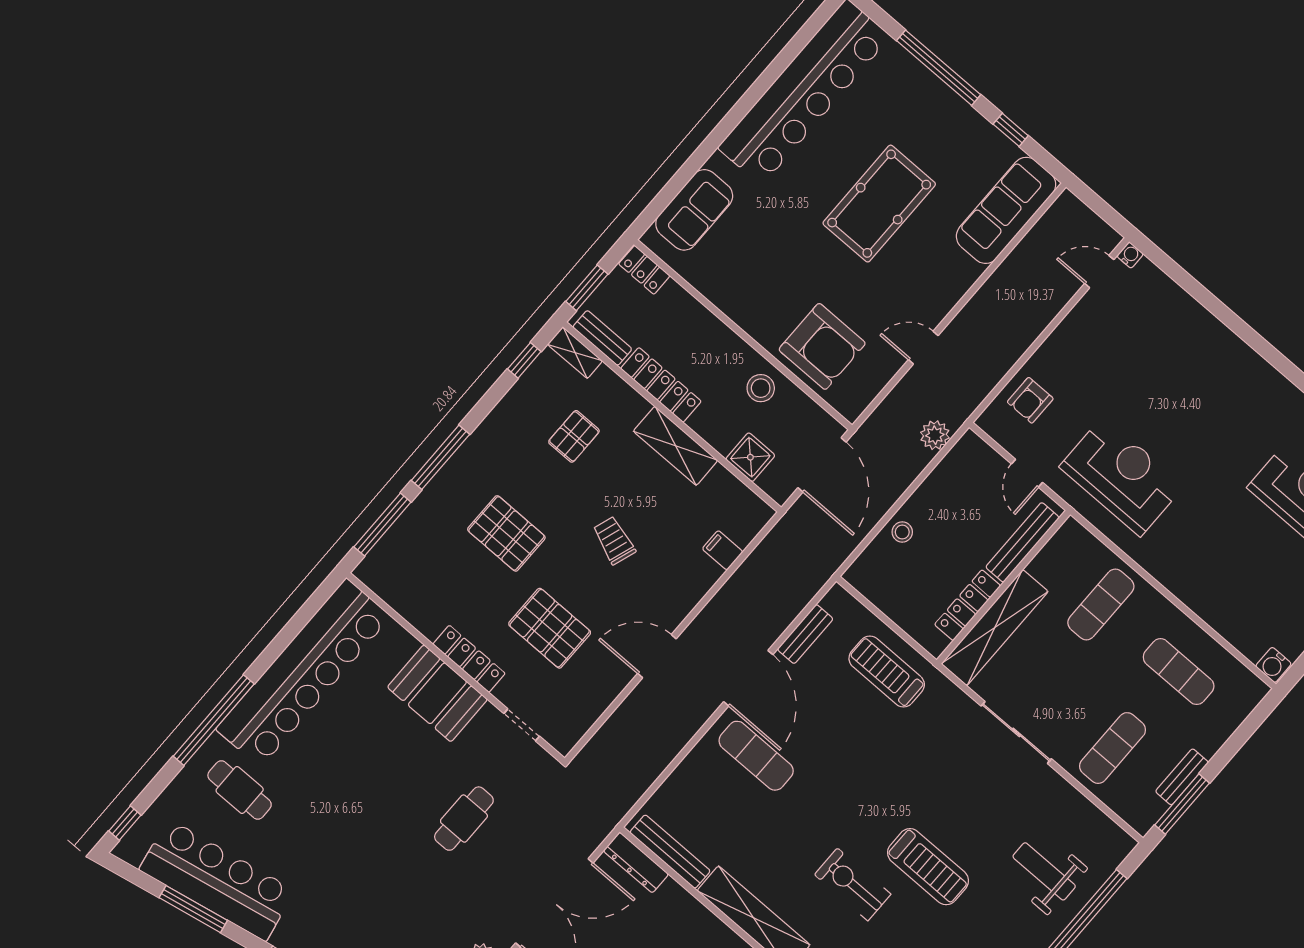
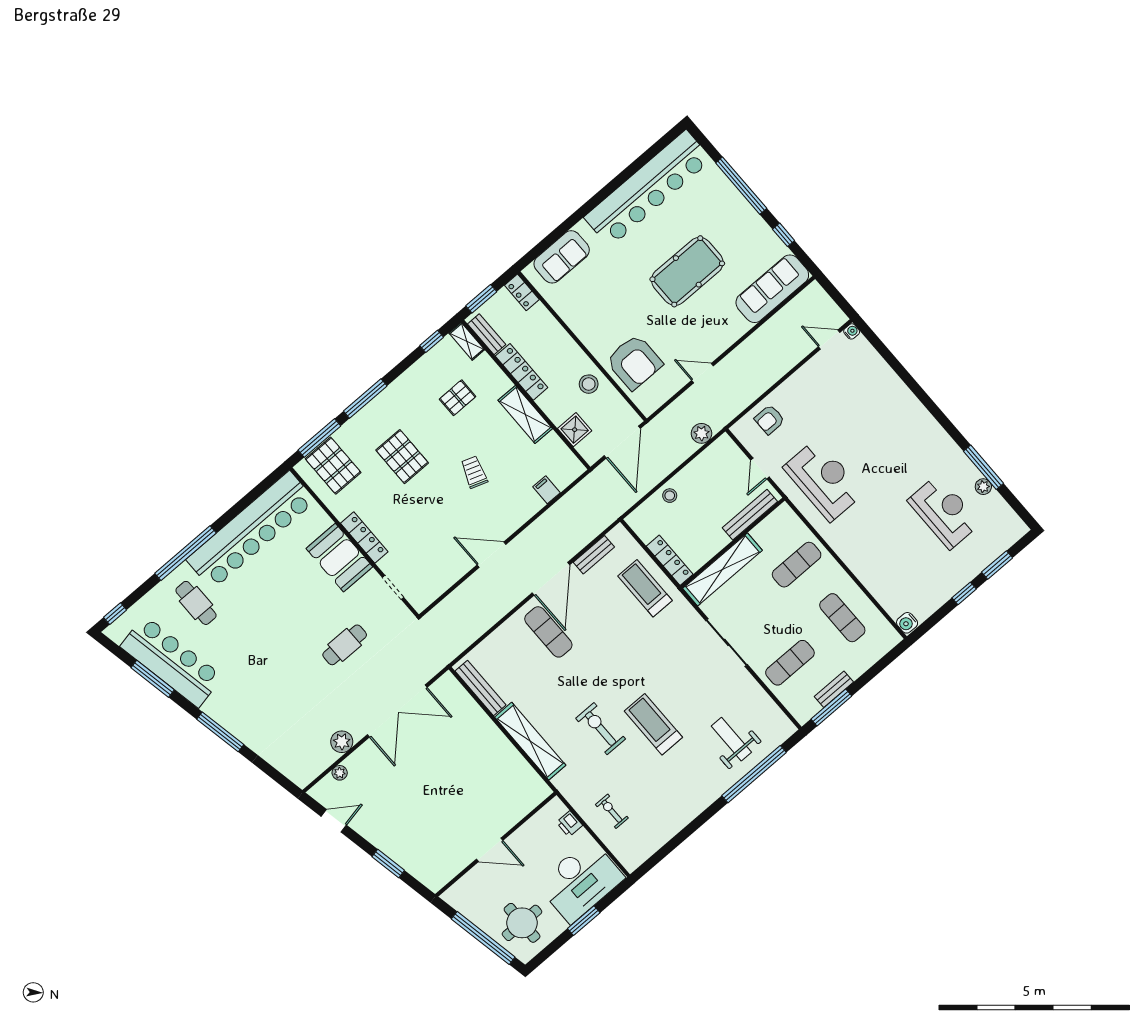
locker: (968, 605) -> (670, 560), moved, turned 90
pallet: (550, 628) -> (333, 466), moved
dresser: (636, 862) -> (456, 692), removed
treadmill: (928, 867) -> (653, 724), turned 180

